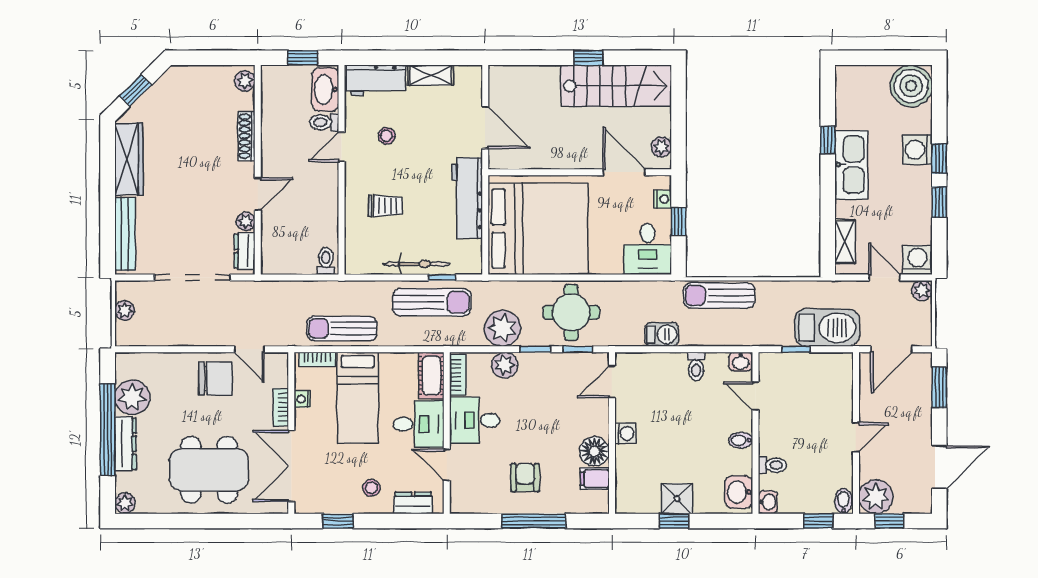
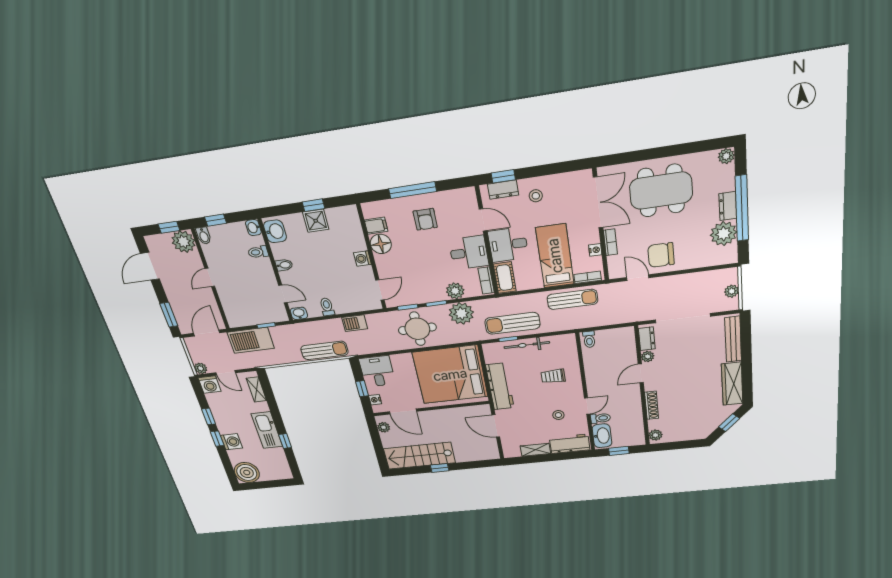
dresser: (125, 444) -> (728, 206), width x0.70
window: (338, 521) -> (503, 176), moved

